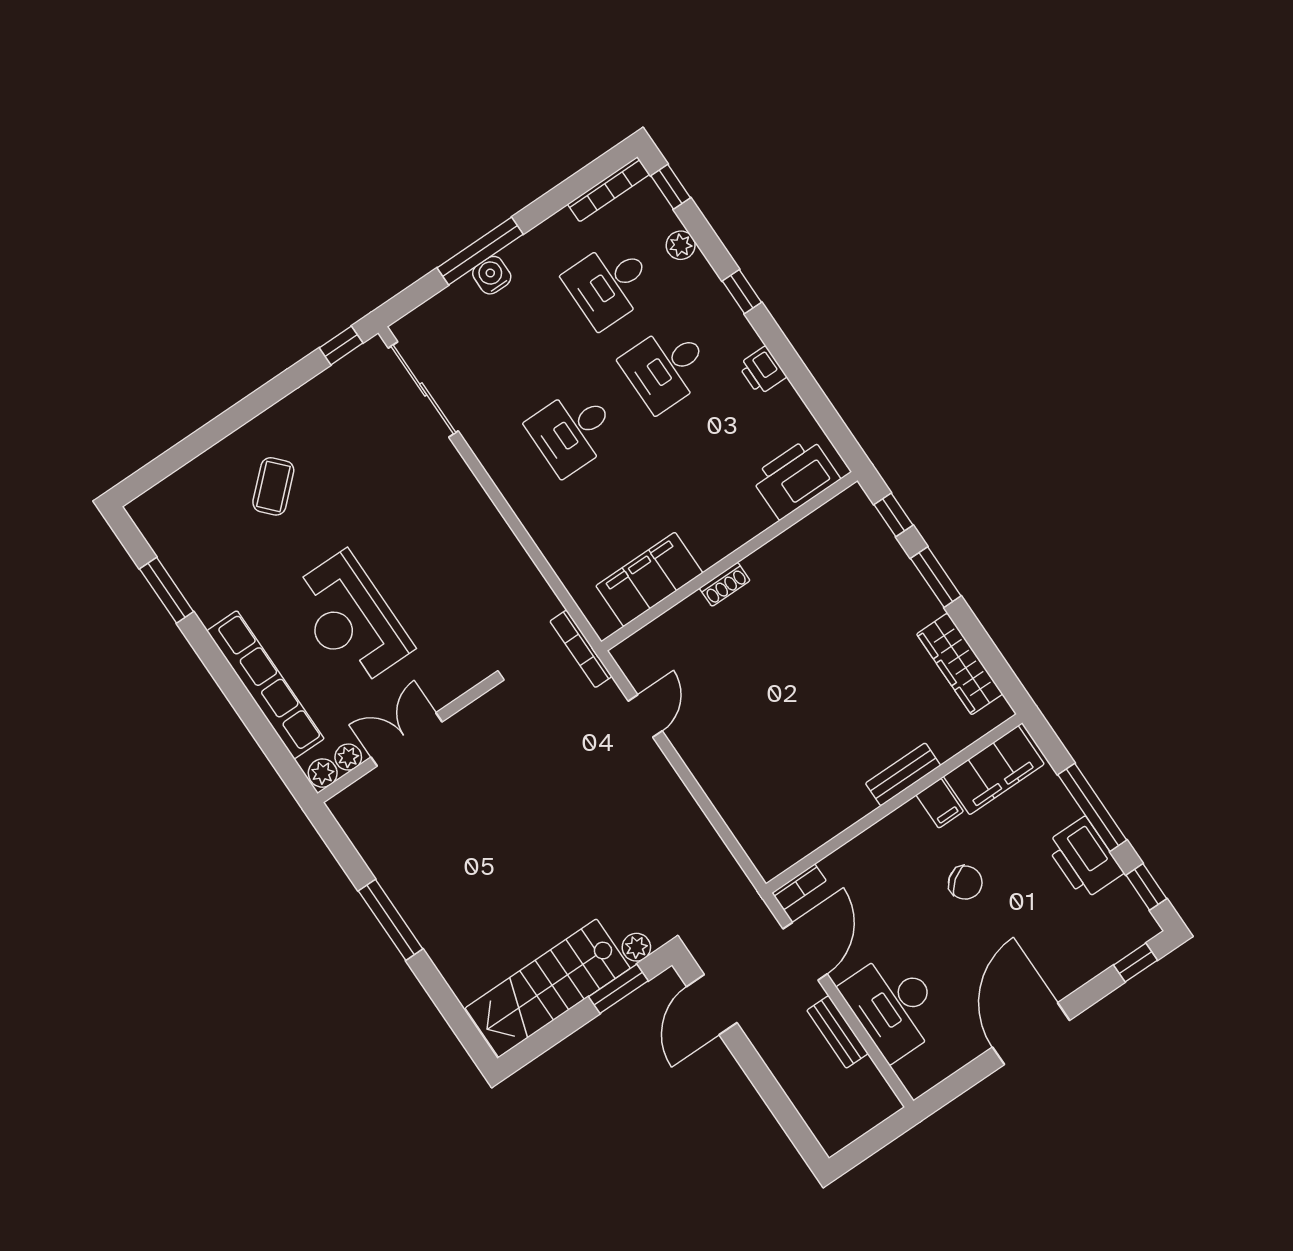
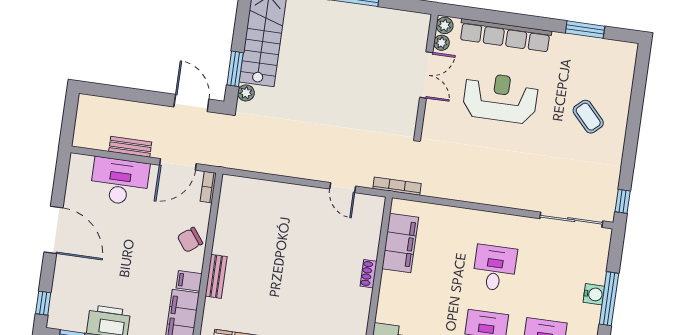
chair: (965, 883) -> (190, 240), moved
door: (805, 951) -> (178, 164), hinge flipped

